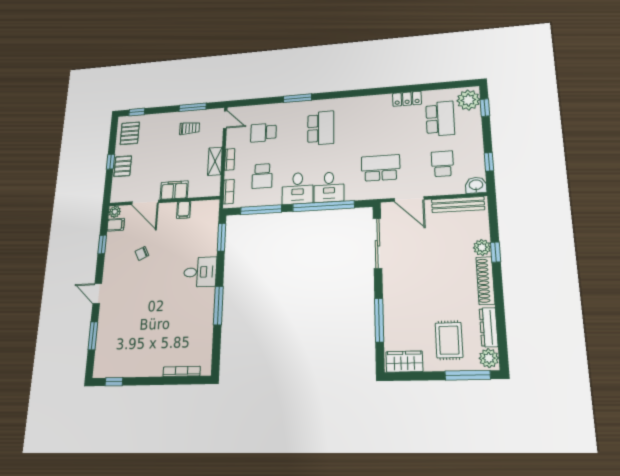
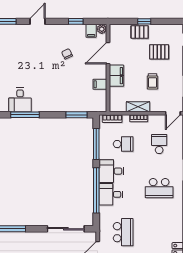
trolley: (190, 128) -> (152, 81), moved
pallet: (130, 133) -> (159, 52), moved
school desk: (262, 176) -> (123, 144), turned 180
desk: (200, 272) -> (20, 100), moved

